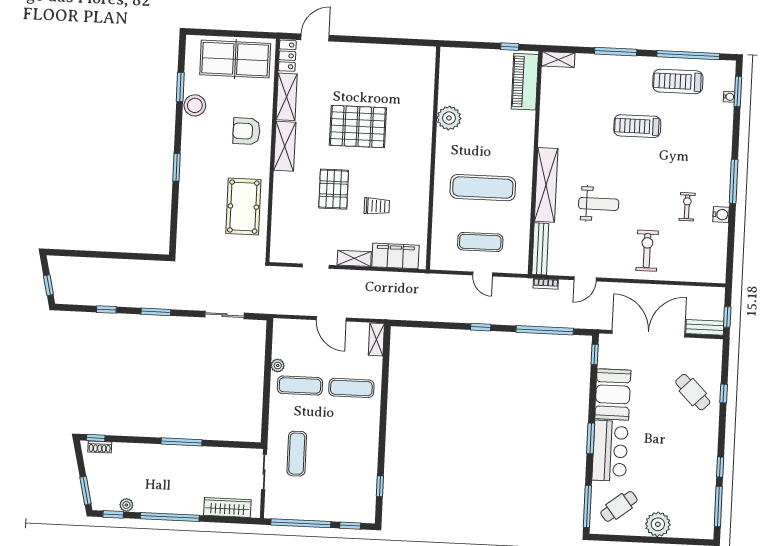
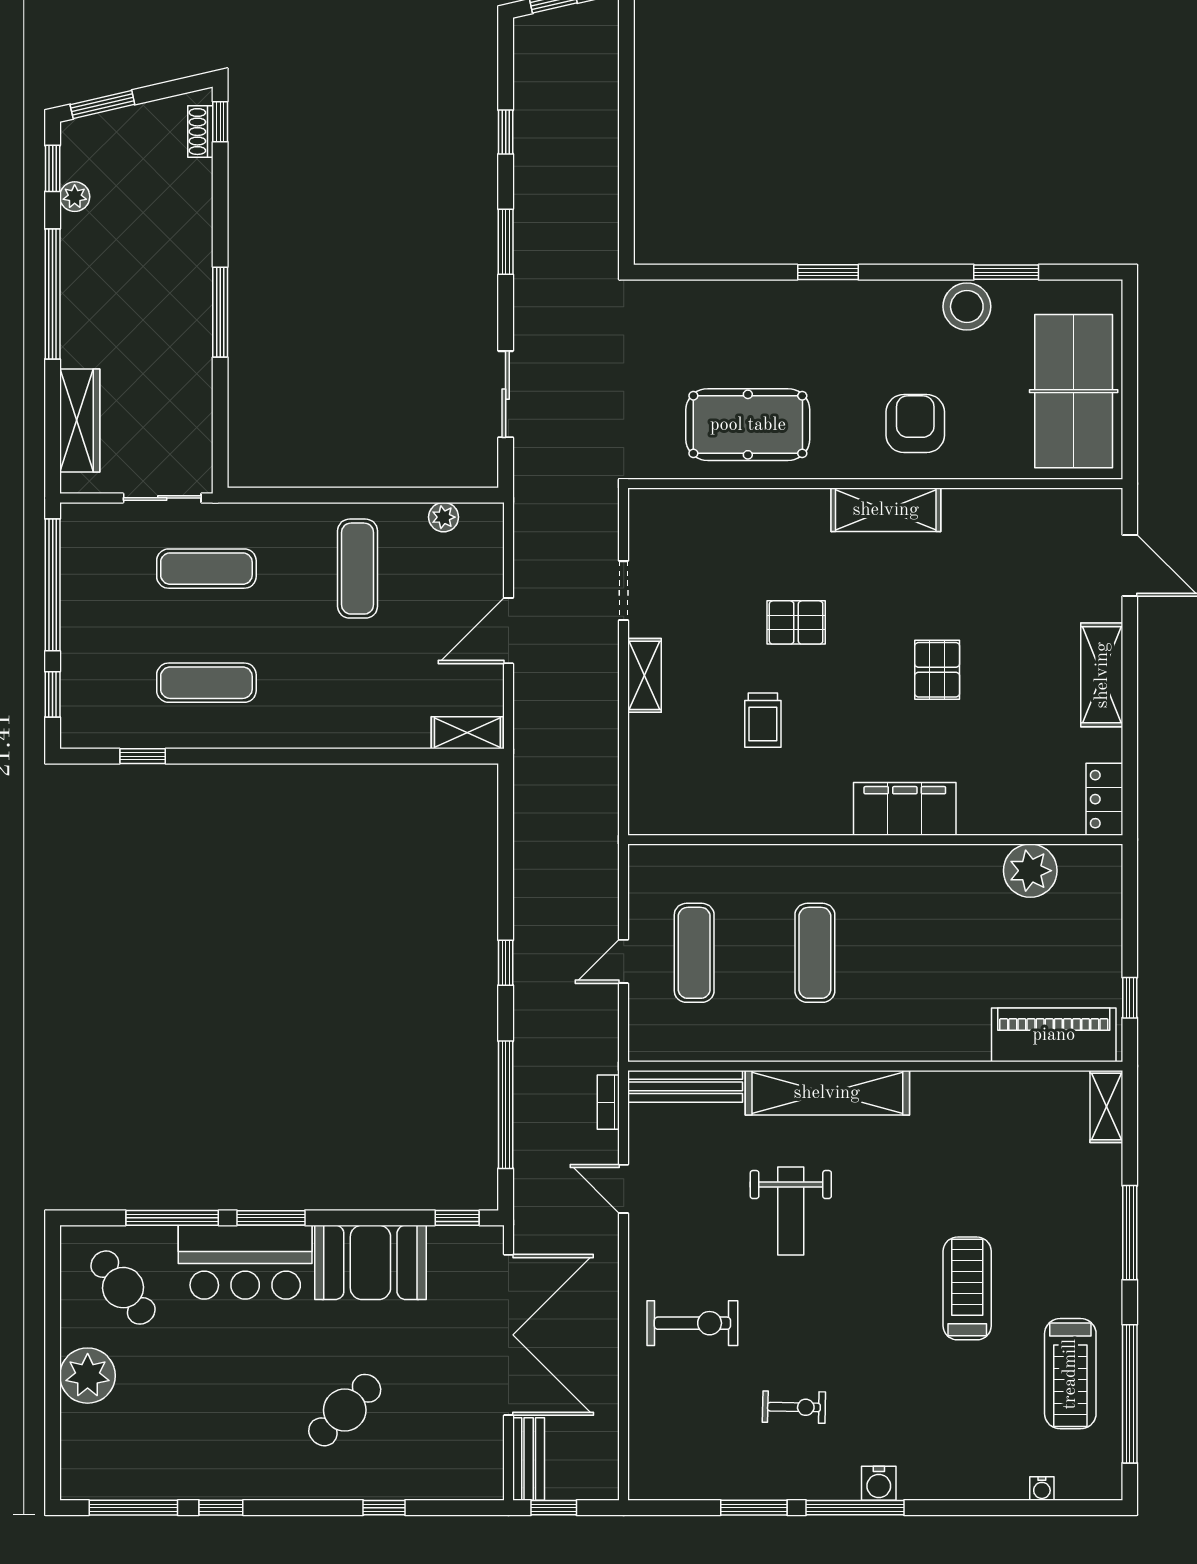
locker: (287, 56) -> (1104, 799), moved, turned 90
treadmill: (678, 81) -> (1070, 1374), turned 180
window: (738, 91) -> (754, 1508), moved
shelving: (287, 97) -> (1102, 675), moved, turned 90
plant: (449, 118) -> (1030, 871), moved
pallet: (358, 126) -> (937, 670), width x0.49, depth x0.50
exercise mat: (483, 188) -> (815, 953), width x0.73, depth x0.69
pallet: (334, 189) -> (796, 622), width x0.67, depth x0.71
water cooler: (721, 215) -> (879, 1483), moved
filing cabinet: (395, 256) -> (905, 809), moved, turned -90
plant: (278, 366) -> (444, 517), moved
exercise mat: (351, 388) -> (206, 683), moved, turned 90
cafe table: (693, 392) -> (345, 1410), moved
window: (587, 506) -> (172, 1218), moved

